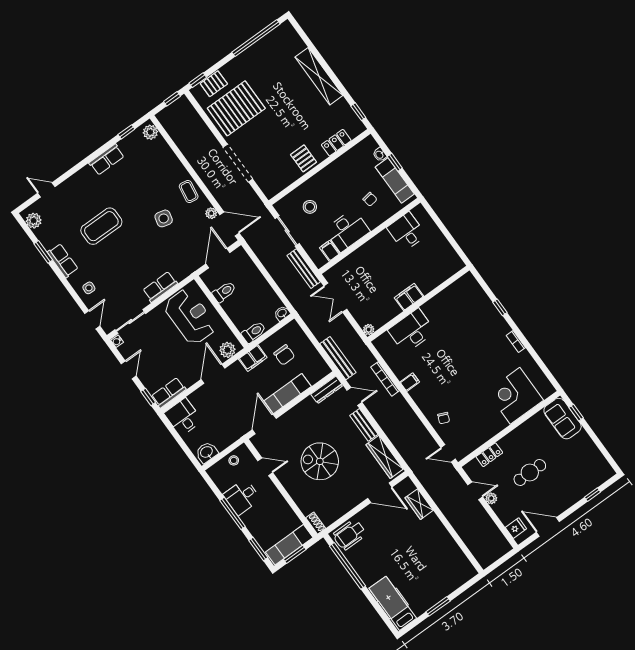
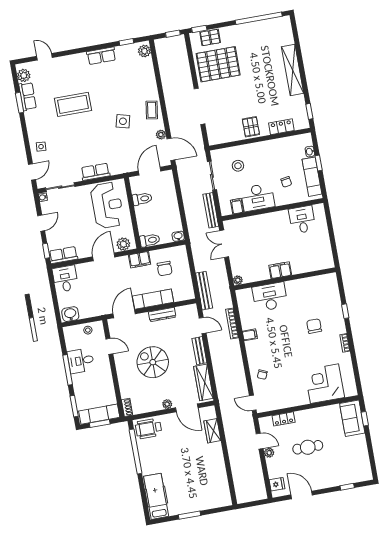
row of seats: (63, 261) -> (28, 96), moved
chair: (474, 339) -> (314, 326), added
dresser: (327, 390) -> (162, 315), moved
plant: (357, 499) -> (167, 404), added

